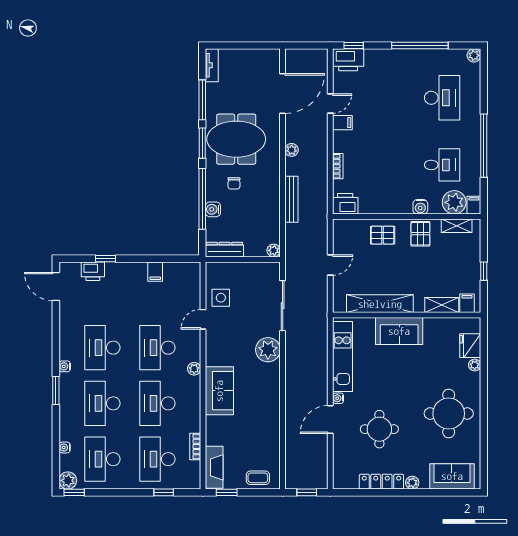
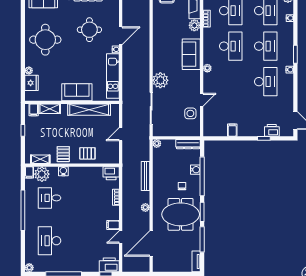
desk: (157, 348) -> (231, 82), removed
plant: (214, 436) -> (194, 25), added

